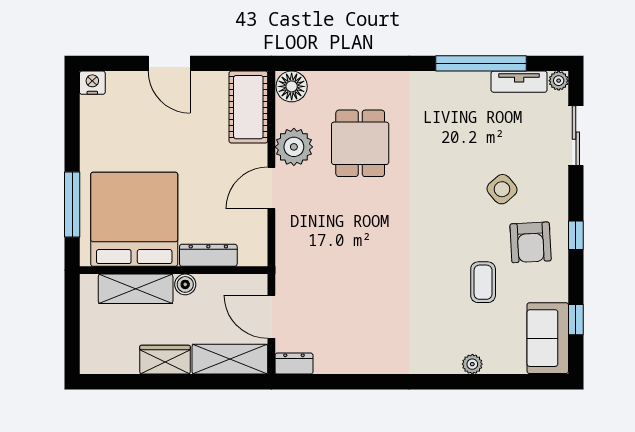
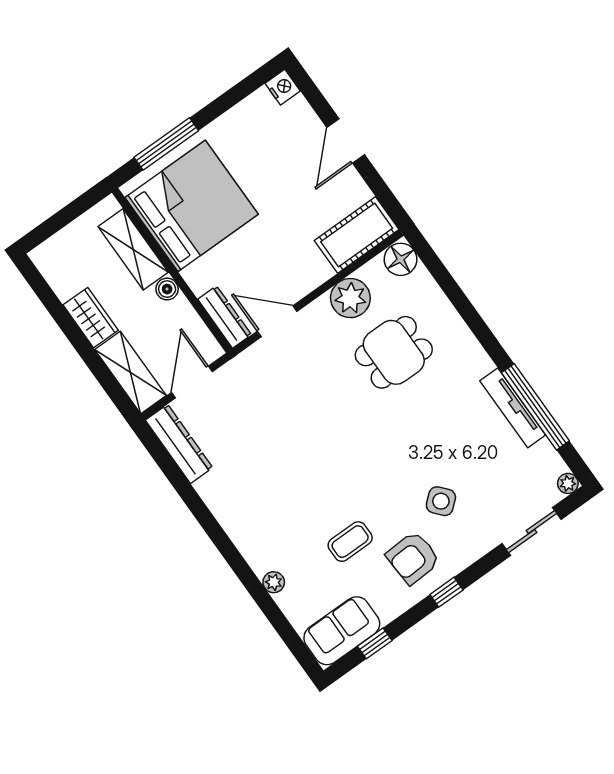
tv unit: (519, 82) -> (513, 408), moved, width x1.41
door: (271, 188) -> (277, 321), moved
dresser: (208, 255) -> (225, 317), moved
dresser: (294, 364) -> (179, 444), width x1.96, depth x1.24

